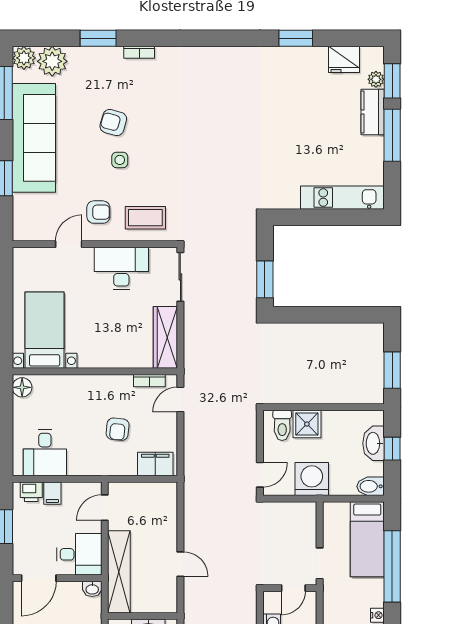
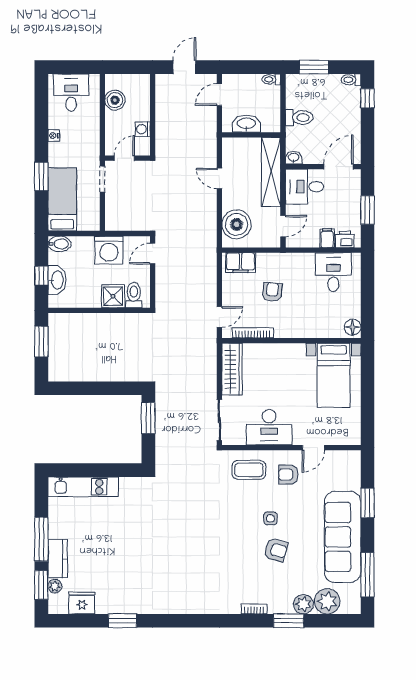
plant: (24, 58) -> (303, 604), moved
bookcase: (149, 381) -> (253, 333), width x1.56
boiler: (160, 510) -> (237, 224), added
window: (392, 566) -> (41, 176), width x0.47

